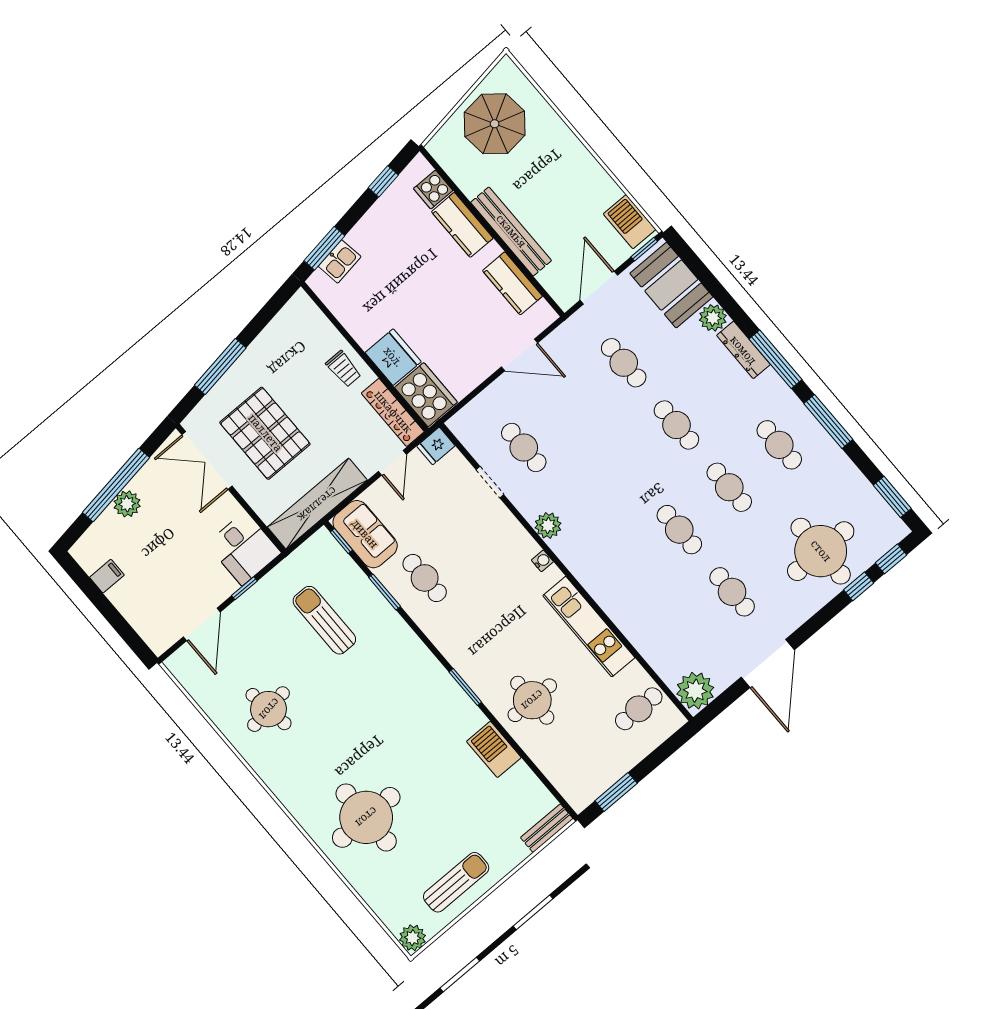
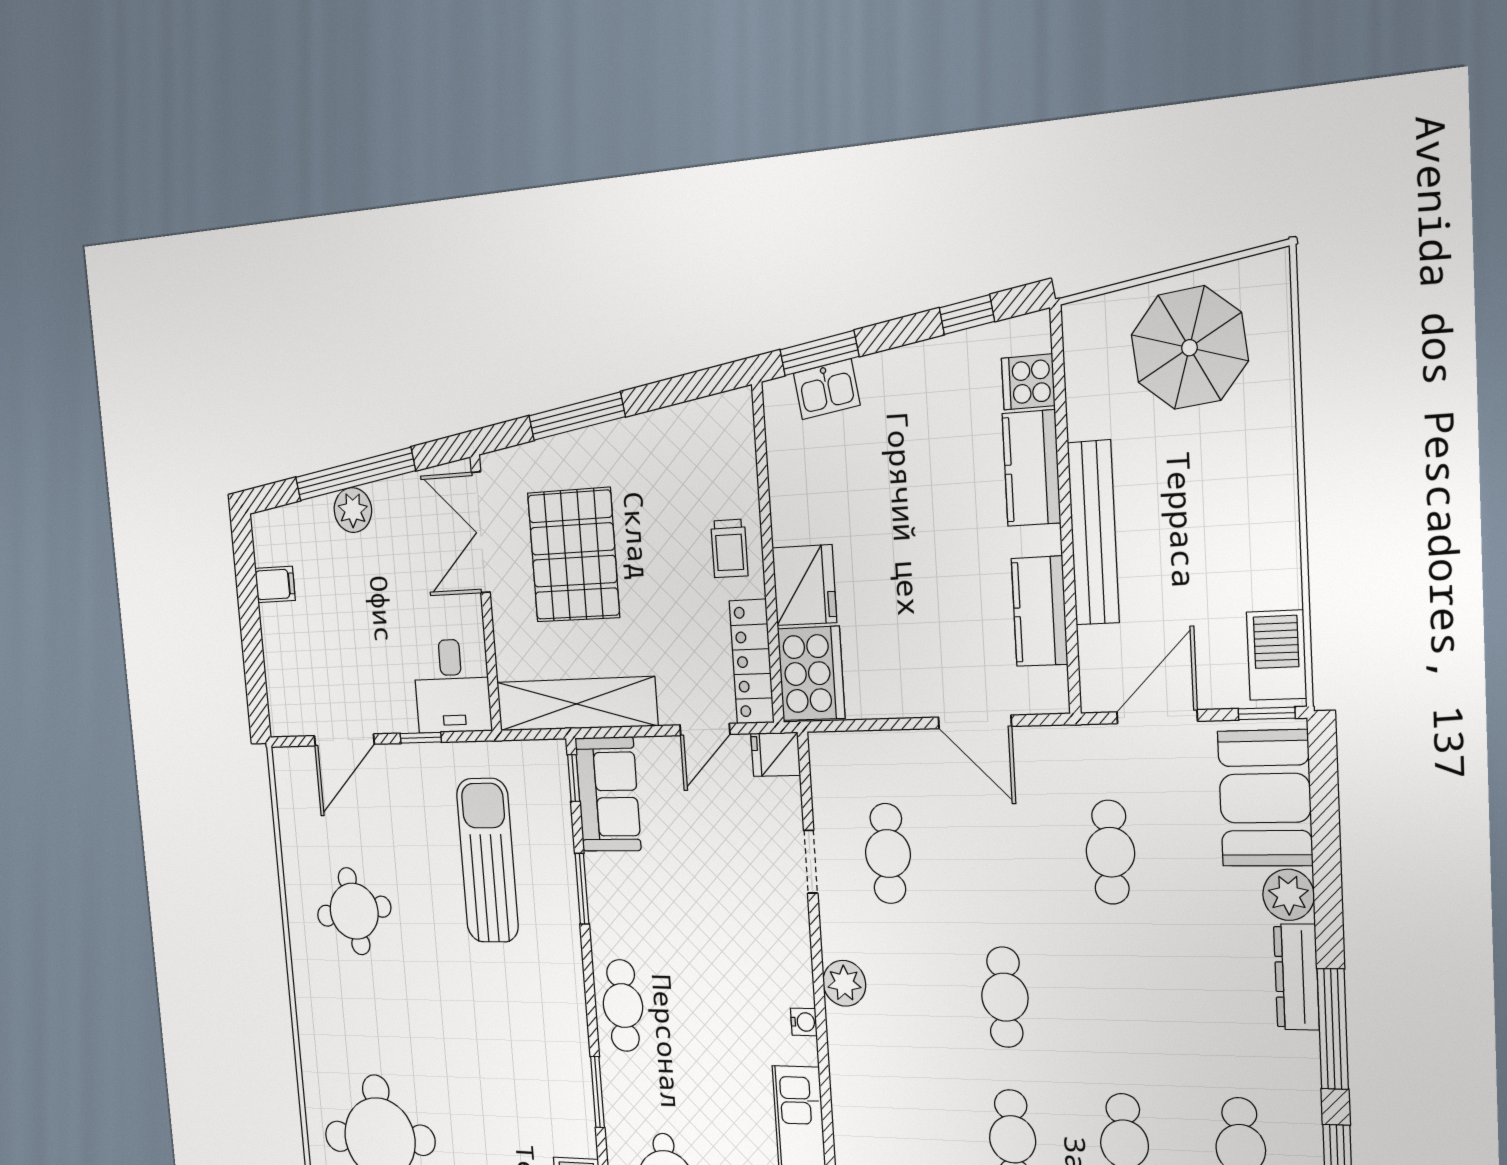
cafe table: (676, 425) -> (1005, 997), moved
cafe table: (425, 578) -> (623, 1006), moved
sun lounger: (324, 620) -> (487, 860), width x1.36, depth x1.34

